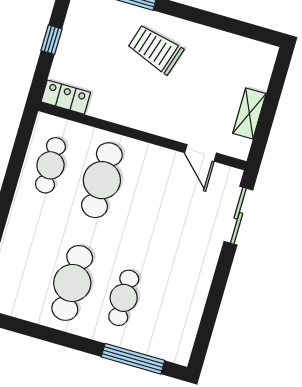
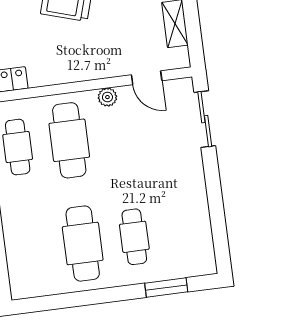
plant: (156, 155) -> (107, 97), added
window: (133, 359) -> (166, 288), width x0.69

